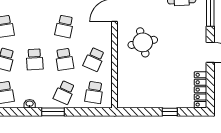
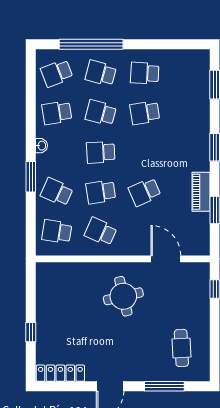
school desk: (64, 26) -> (145, 192), turned -36

